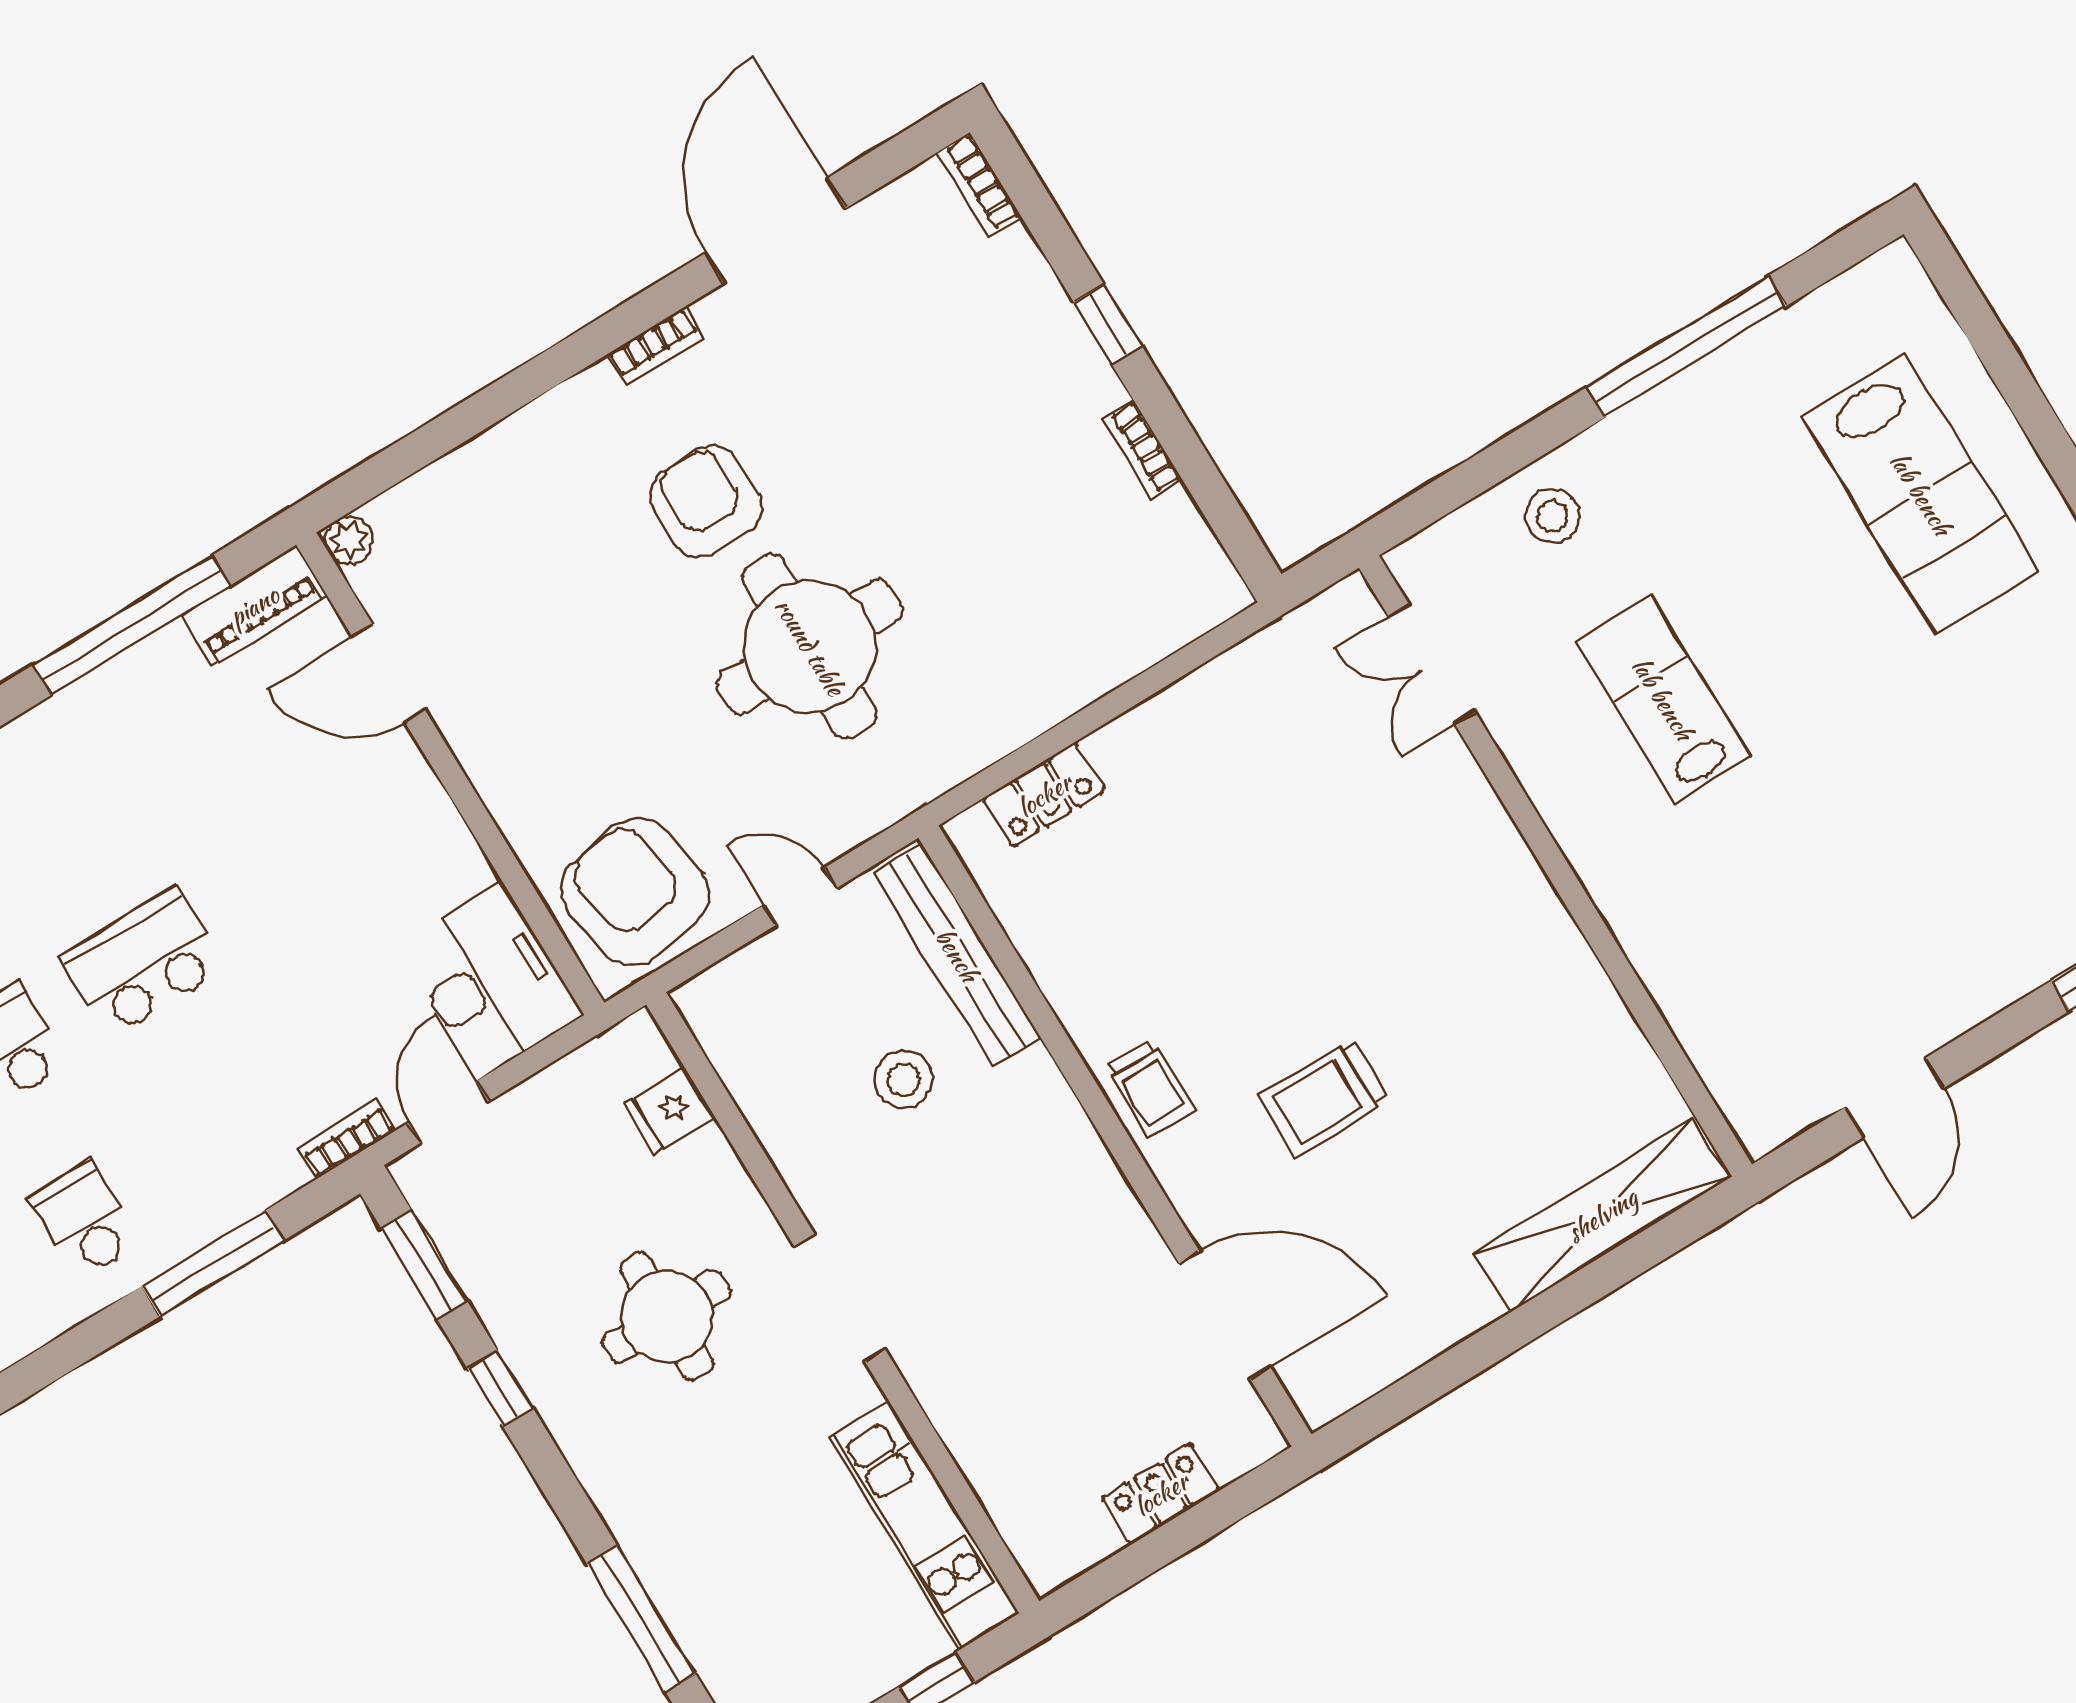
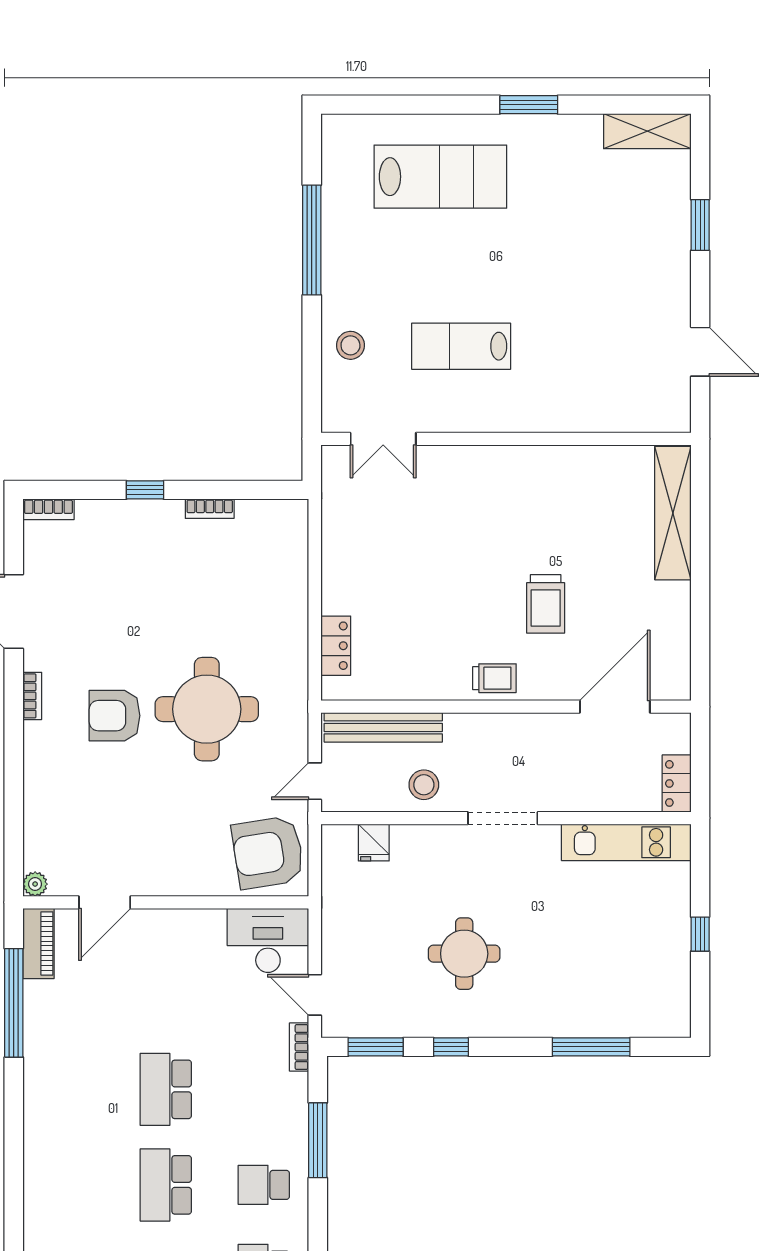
fridge: (669, 1110) -> (374, 843), moved
doorway: (840, 1298) -> (503, 818), moved
wall: (843, 1303) -> (506, 818), moved
kitchen unit: (924, 1525) -> (626, 842), moved

